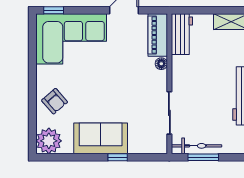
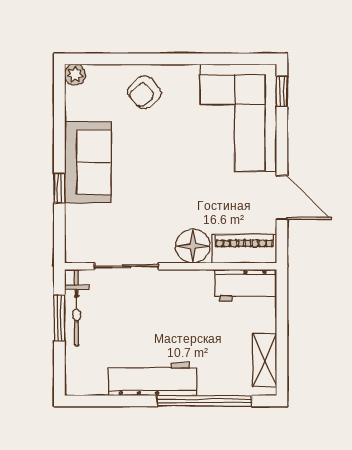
floor lamp: (161, 64) -> (193, 246), width x1.89, depth x1.89
plant: (49, 141) -> (75, 75), width x0.53, depth x0.53

